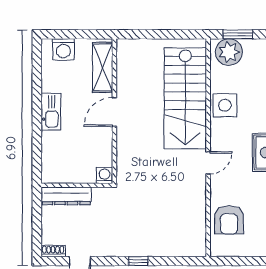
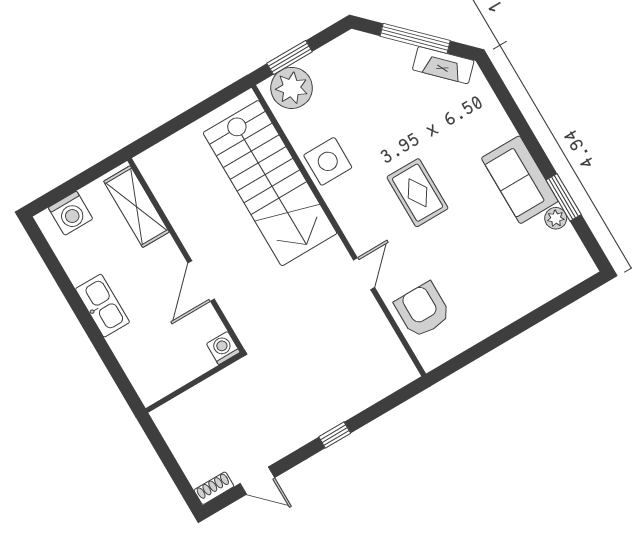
door: (114, 112) -> (201, 281), moved
door: (208, 163) -> (364, 274), moved
dresser: (66, 196) -> (188, 405), removed
armchair: (229, 220) -> (423, 310), turned 180

